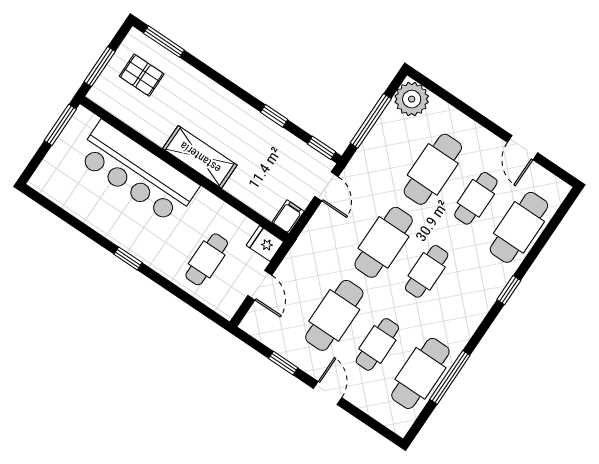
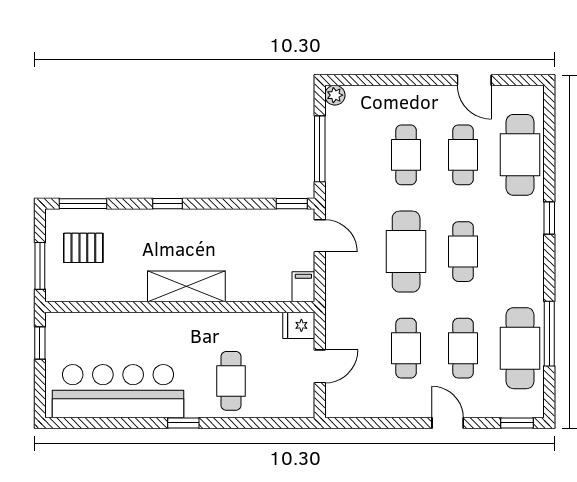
plant: (412, 99) -> (335, 95), width x0.53, depth x0.53
window: (274, 116) -> (168, 204), moved
window: (60, 125) -> (40, 343), width x0.67
cafe table: (433, 169) -> (406, 155), width x0.73, depth x0.74
bar counter: (137, 172) -> (118, 391), moved, turned 180
cafe table: (207, 259) -> (231, 381), moved
door: (260, 285) -> (320, 366), hinge flipped
cafe table: (334, 315) -> (406, 348), width x0.73, depth x0.74
window: (283, 363) -> (517, 423), moved

